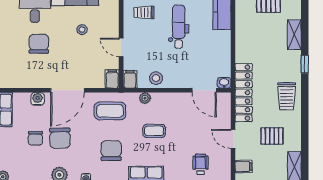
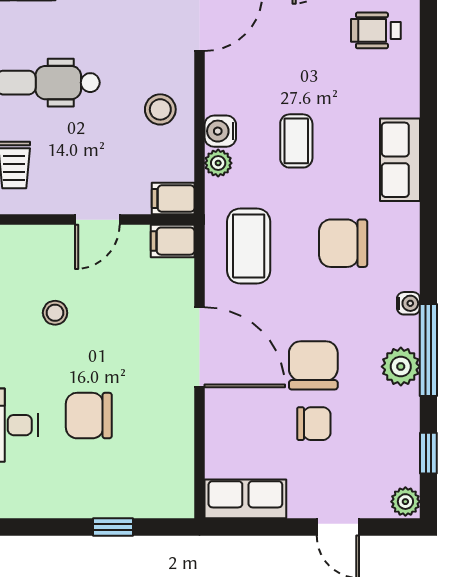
stool: (156, 78) -> (160, 109), moved
water cooler: (38, 99) -> (220, 131), moved
chair: (60, 138) -> (313, 365), turned -89

